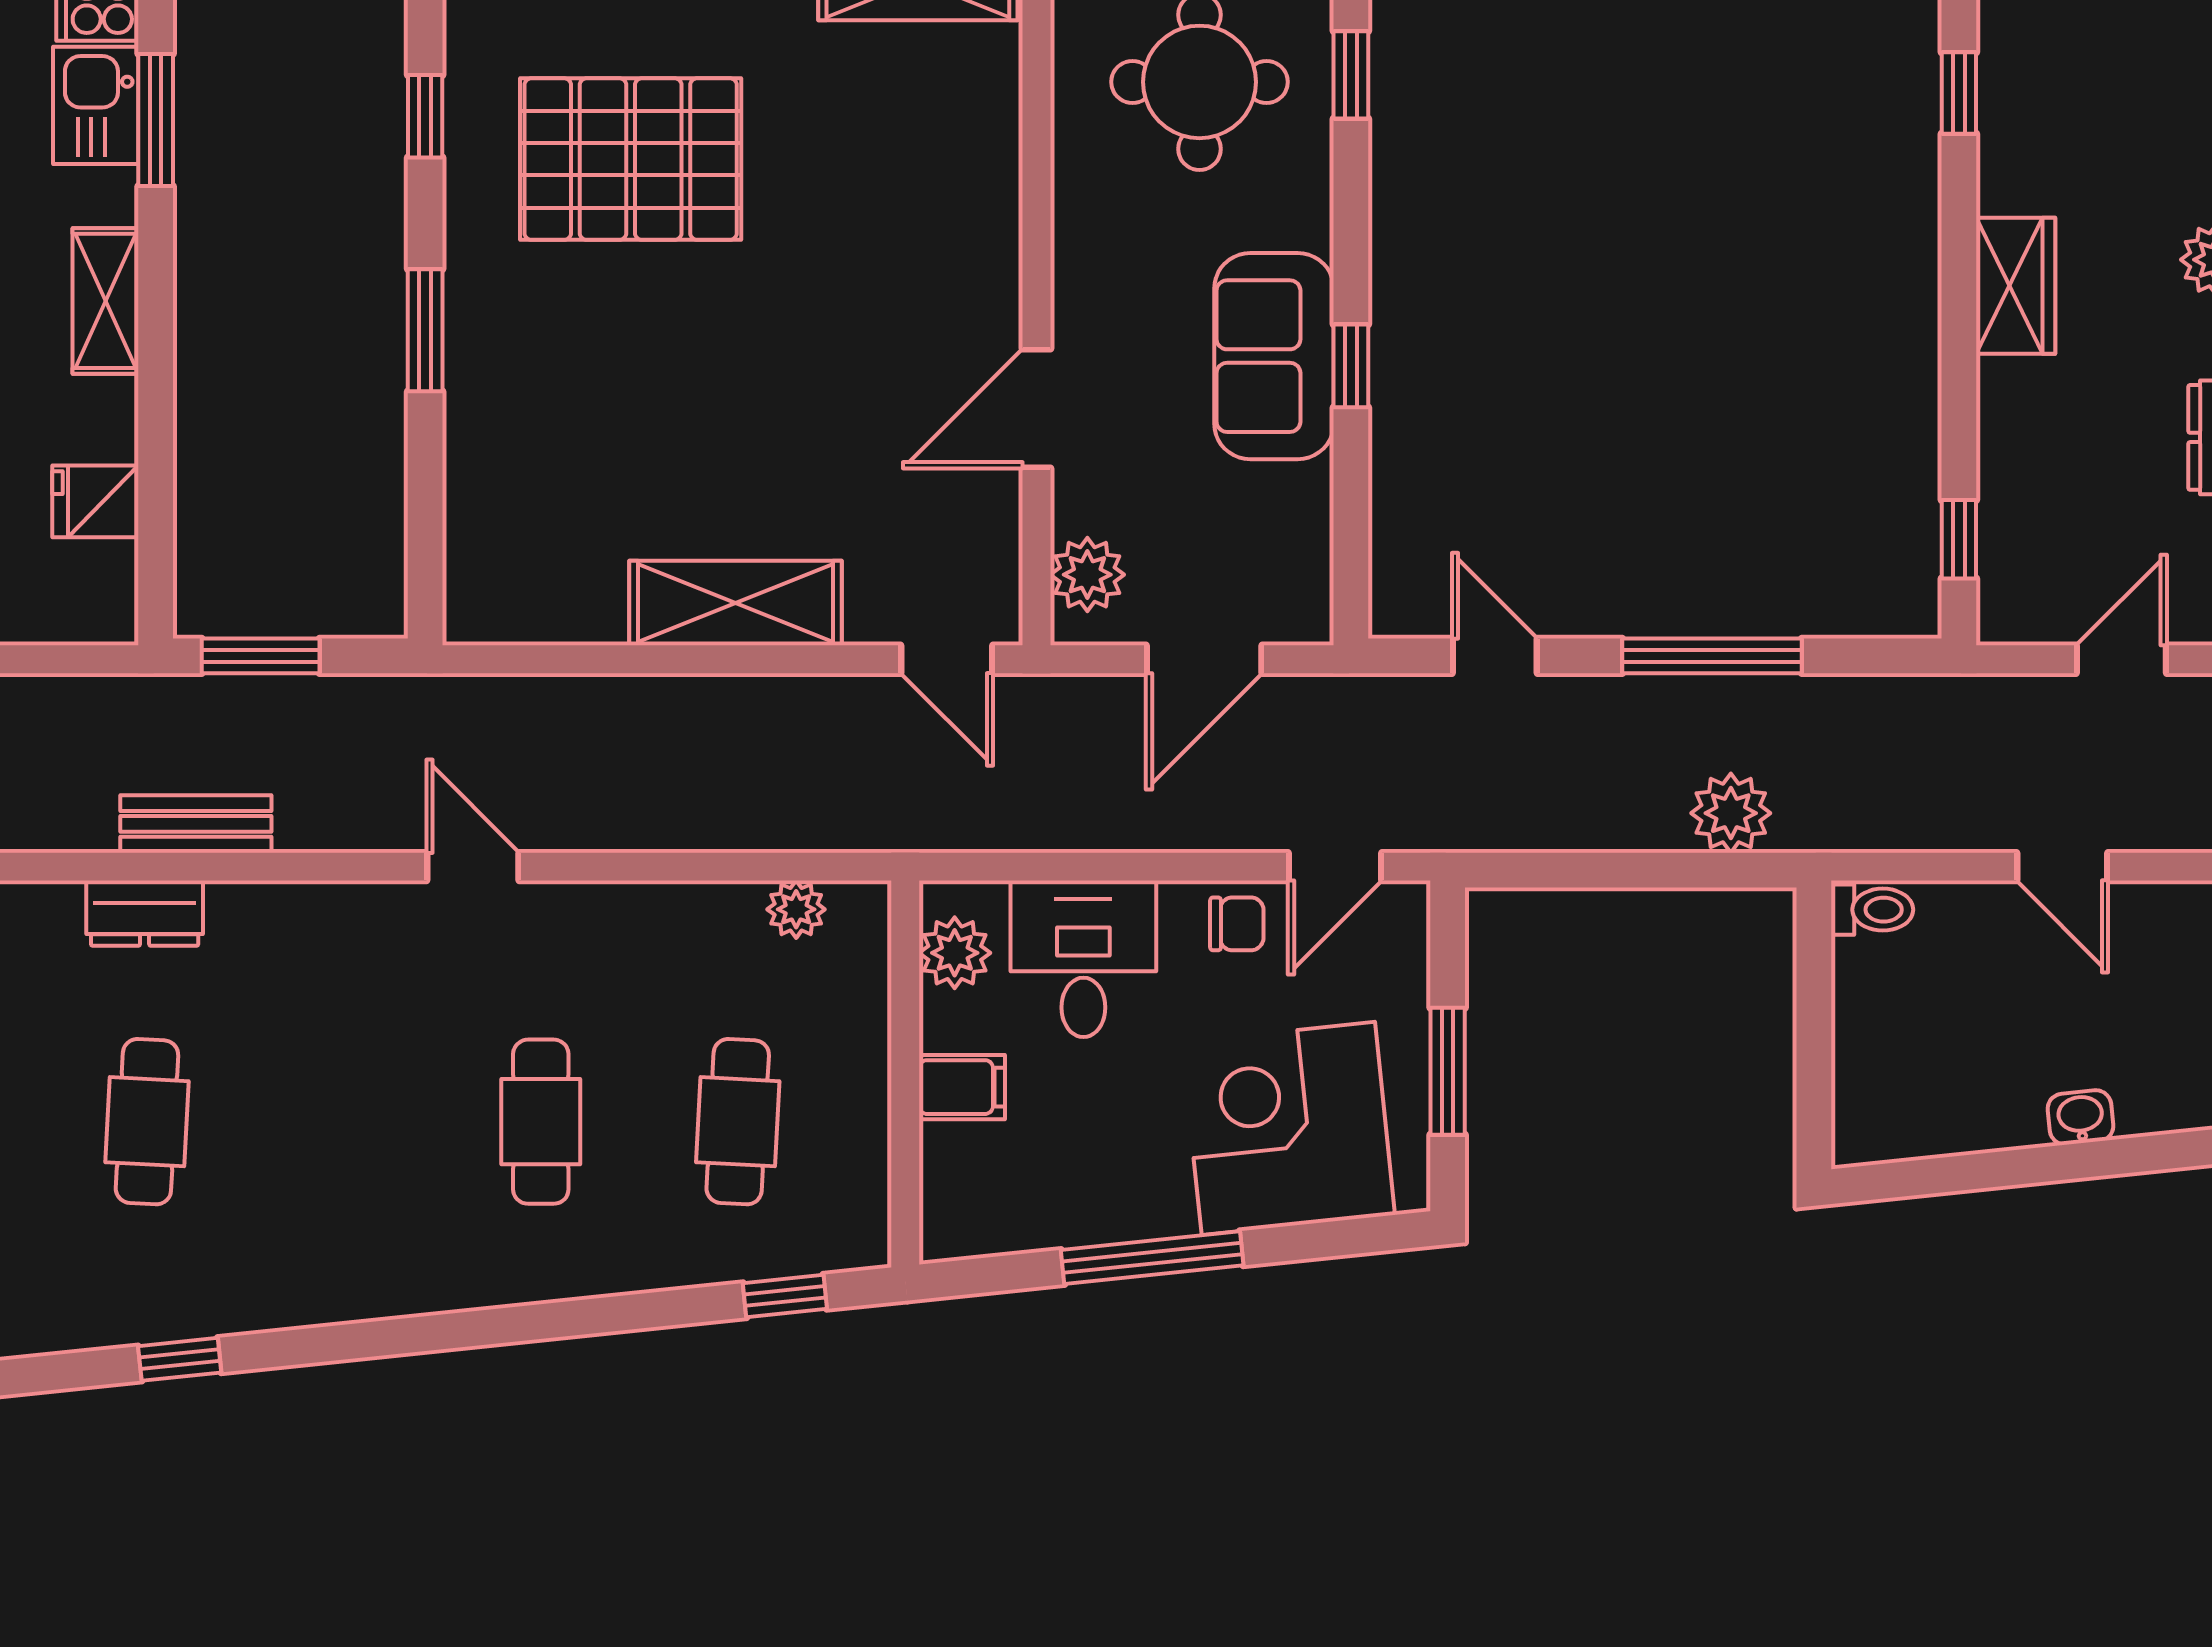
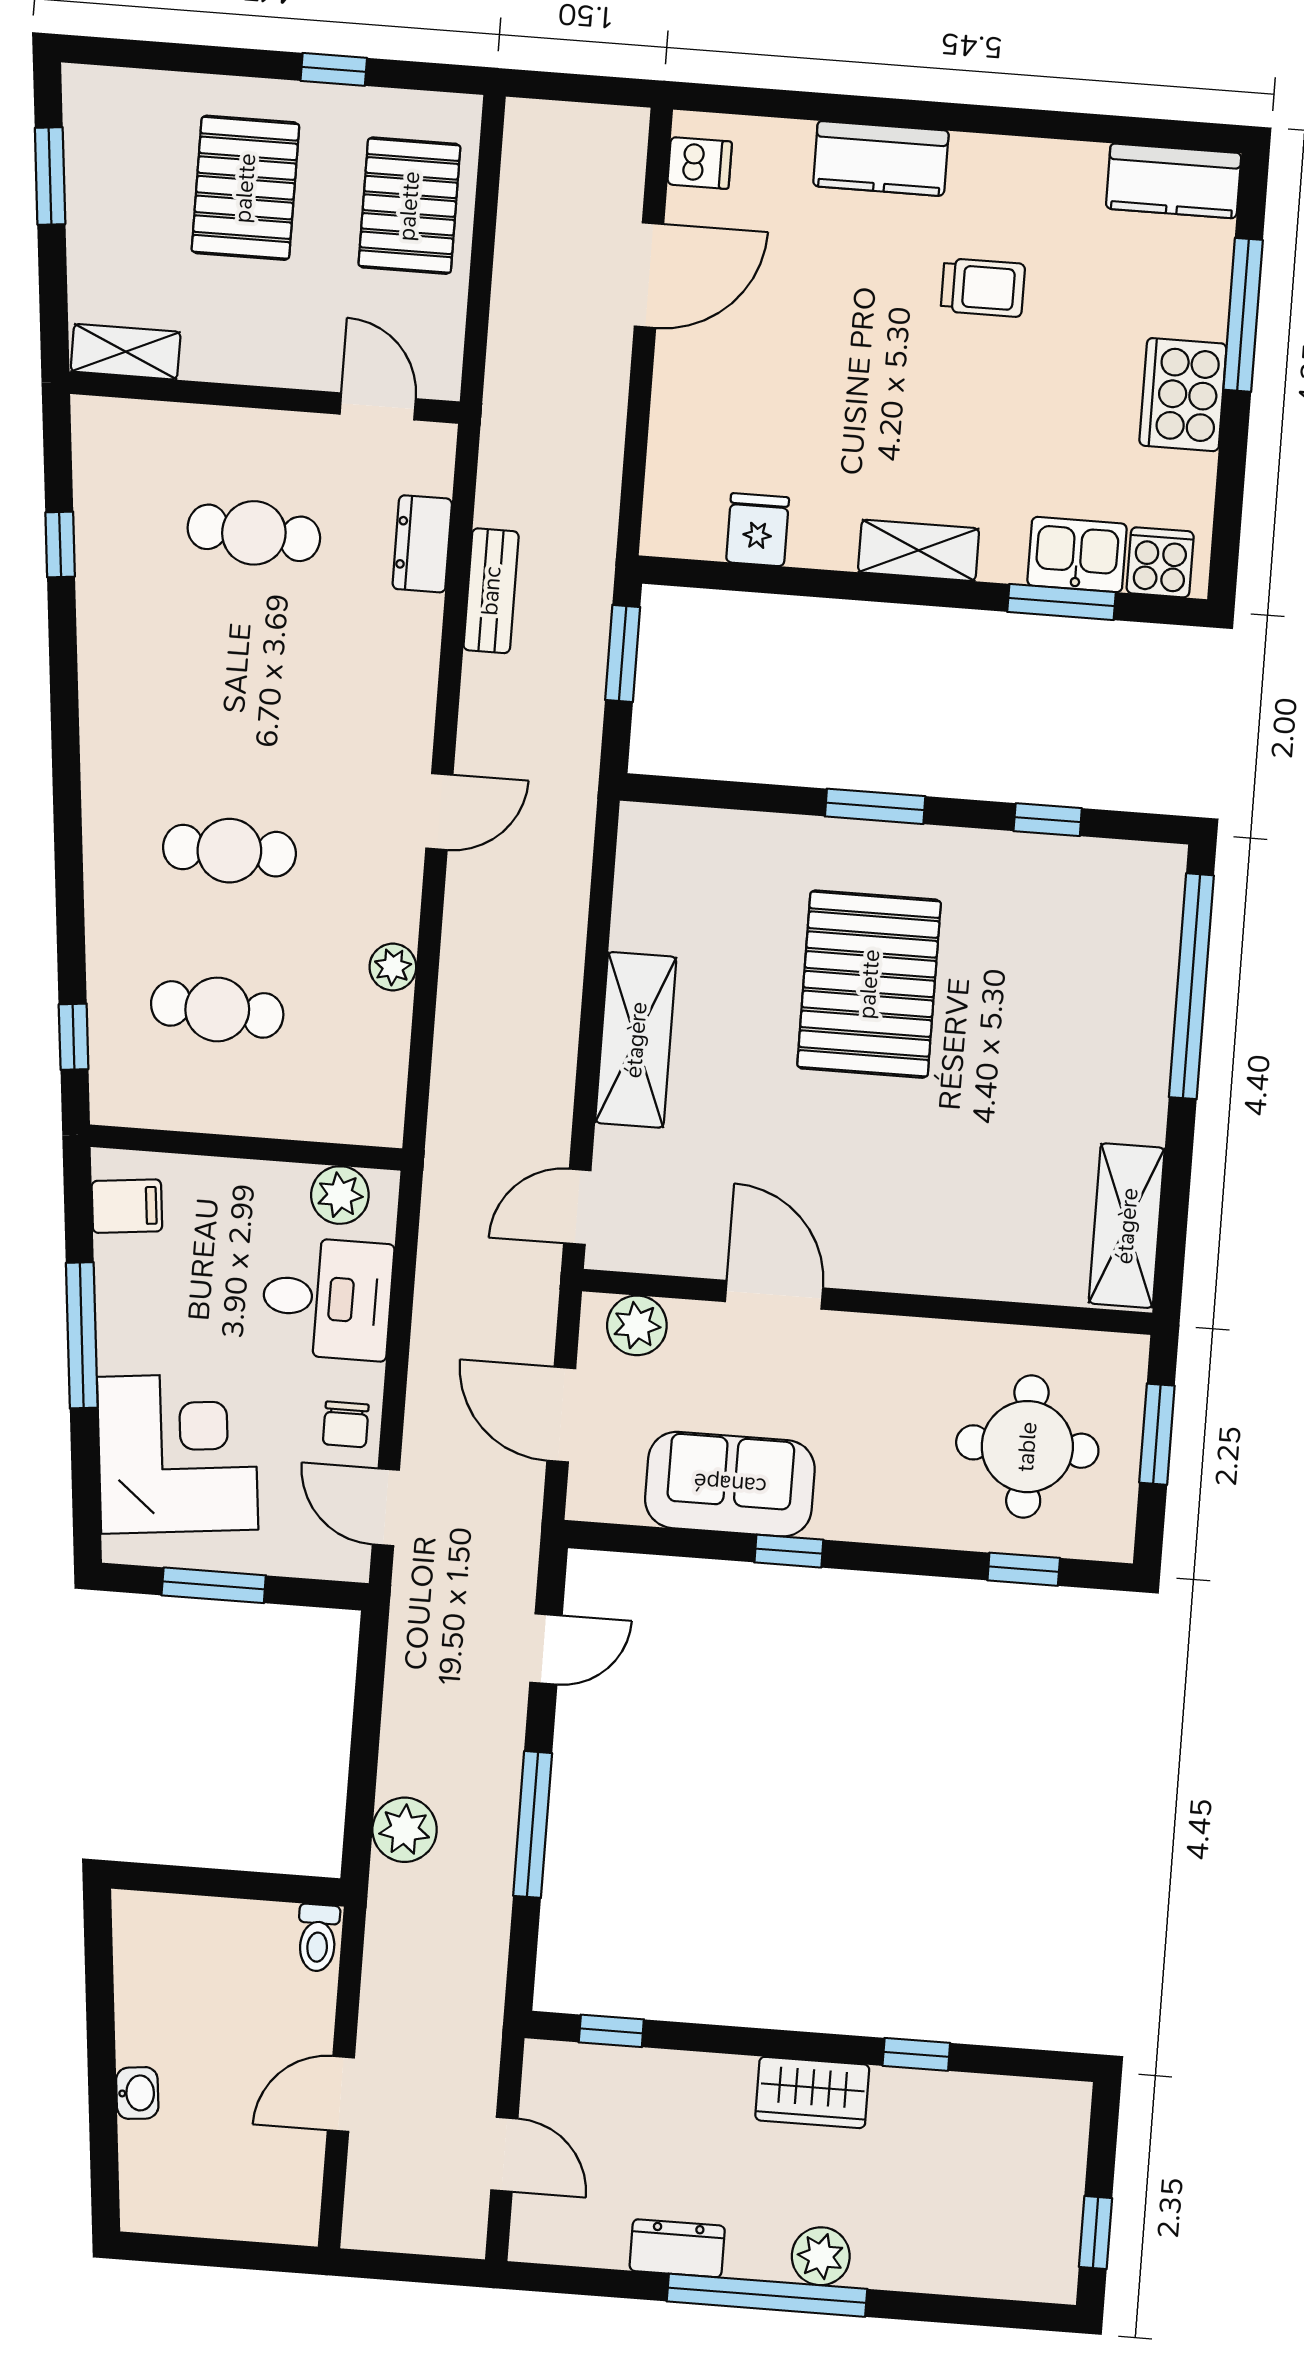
window: (1959, 93) -> (916, 2054), moved
pallet: (631, 159) -> (869, 984), moved
sofa: (1274, 356) -> (730, 1484), moved
plant: (796, 909) -> (393, 967), moved
filing cabinet: (962, 1087) -> (127, 1206), moved, turned -96

